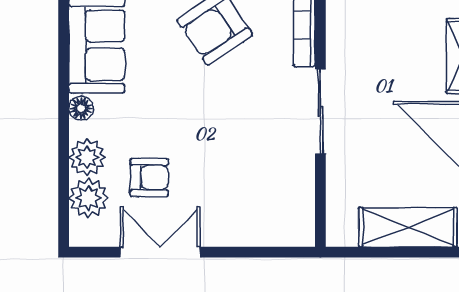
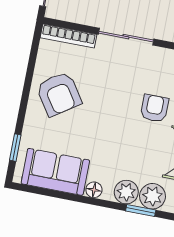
armchair: (149, 178) -> (154, 108), moved
window: (64, 184) -> (141, 211), added

